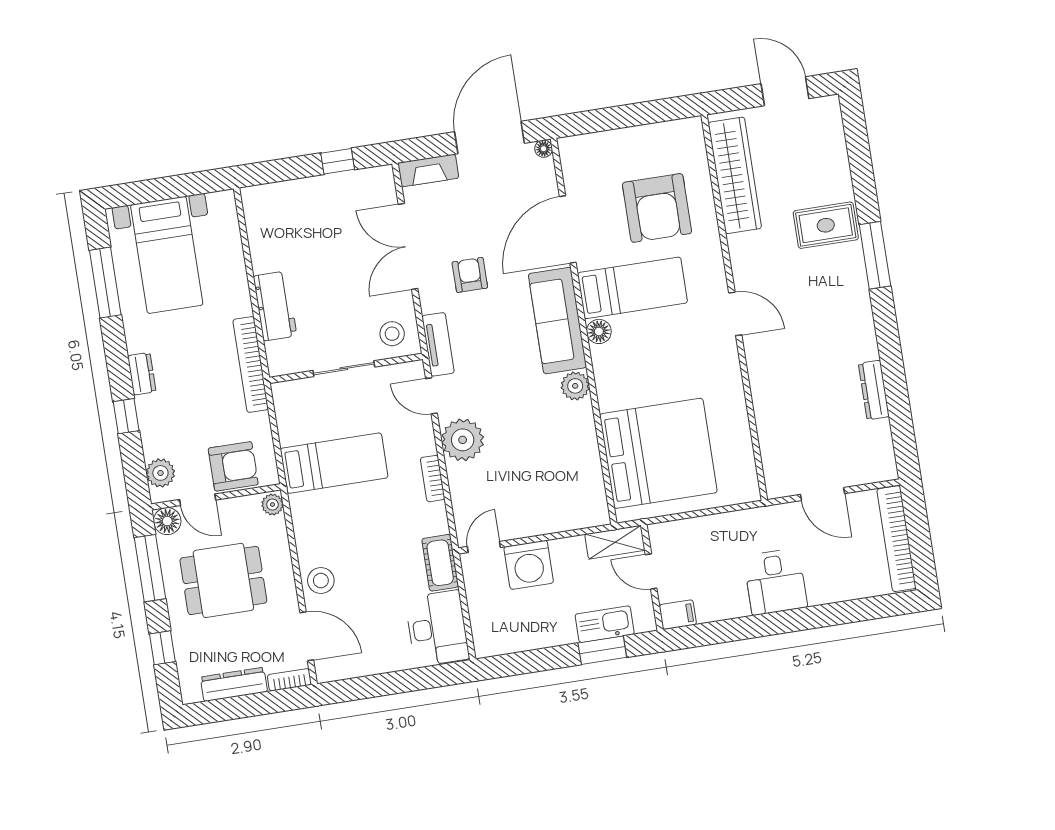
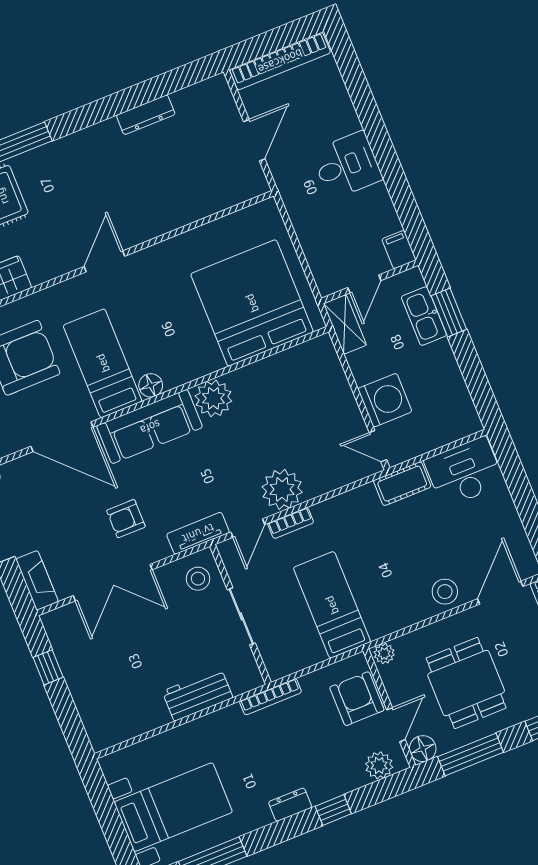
bookcase: (251, 365) -> (270, 697), width x0.68, depth x0.76
plant: (575, 386) -> (213, 398), width x1.36, depth x1.36
bookcase: (433, 479) -> (291, 523), moved

